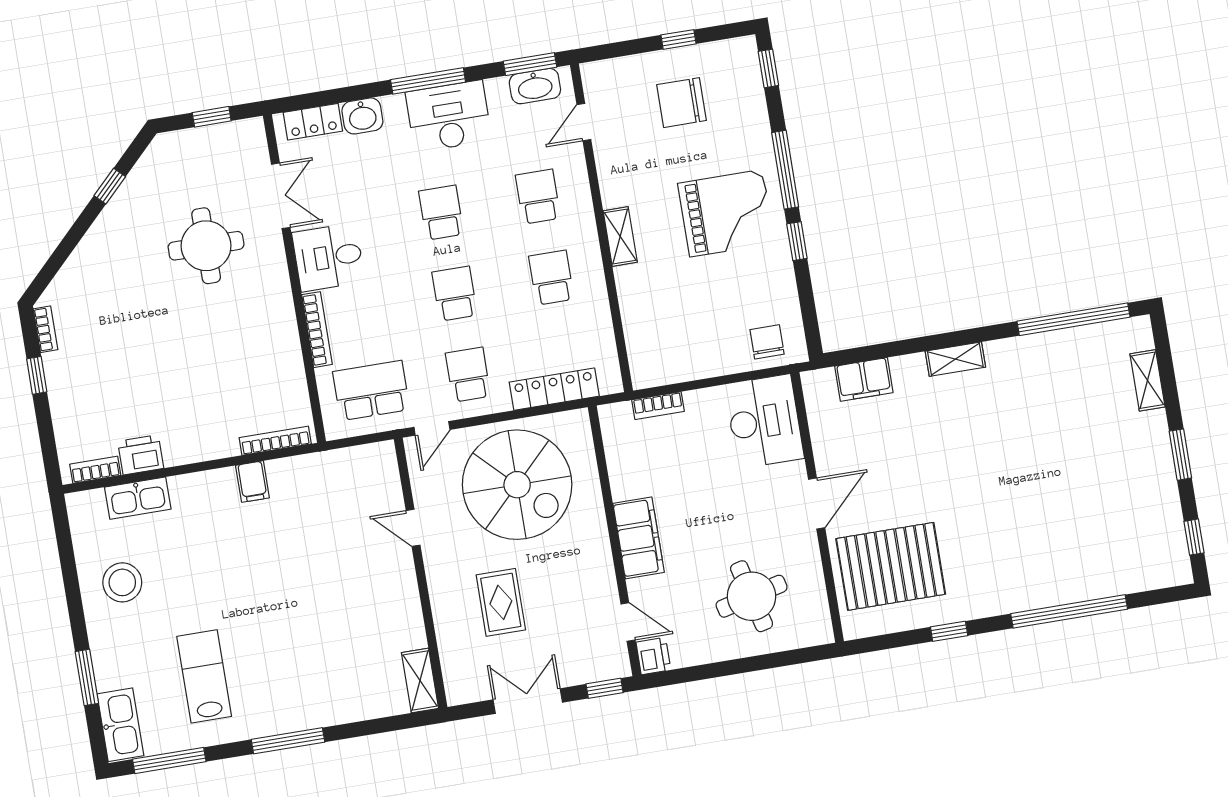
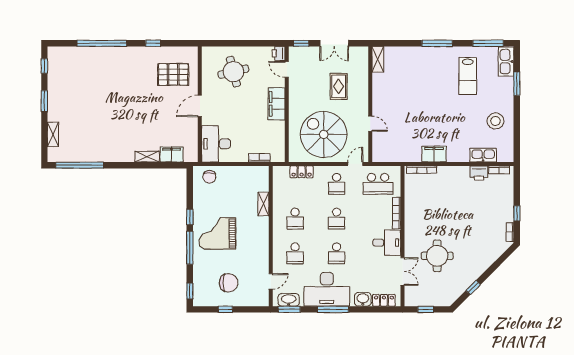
desk: (449, 116) -> (327, 289), width x1.36, depth x1.30
double door: (281, 196) -> (402, 272), swing flipped
shelving: (620, 236) -> (263, 204), moved
shelving: (955, 359) -> (147, 157), moved
locker: (554, 389) -> (302, 172), width x0.66
filing cabinet: (252, 482) -> (434, 154), width x2.00
pallet: (891, 566) -> (173, 74), width x0.73, depth x0.71

